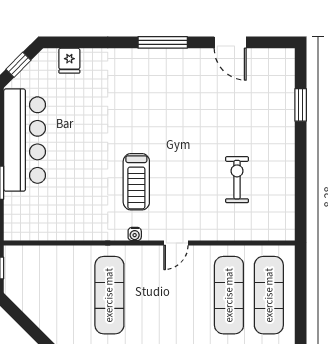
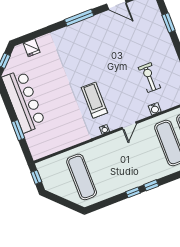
treadmill: (136, 182) -> (94, 100), turned 180
water cooler: (226, 232) -> (155, 109), added
exercise mat: (109, 295) -> (82, 177), moved

